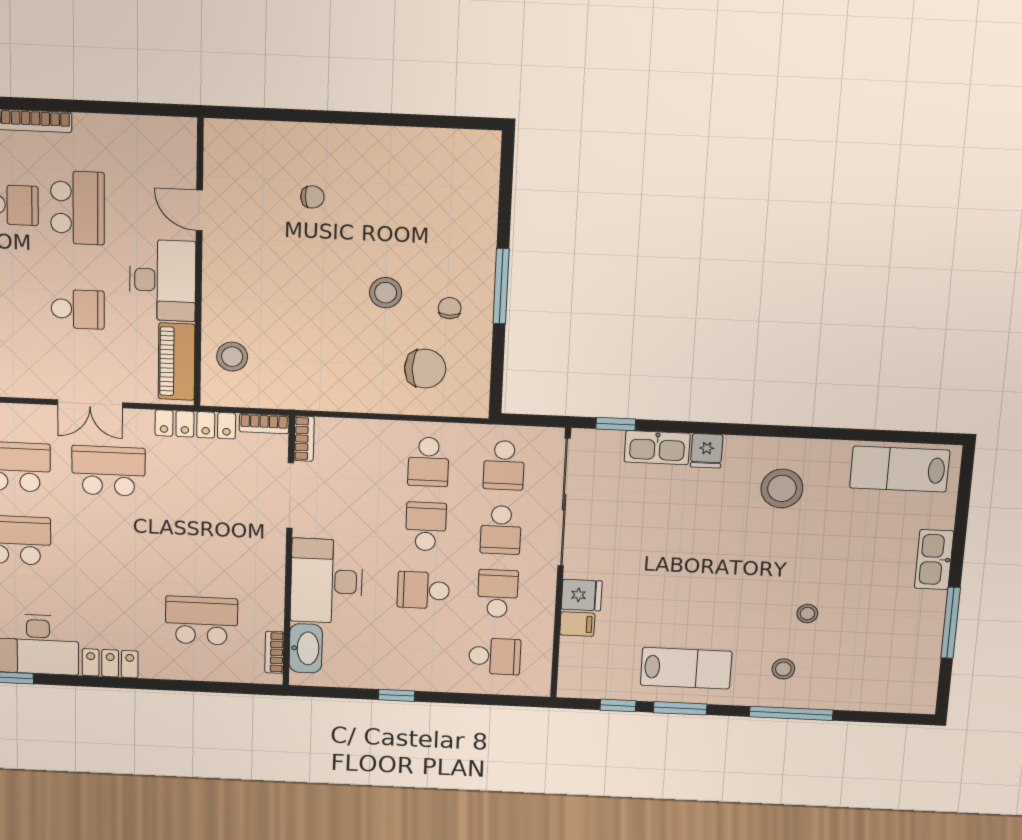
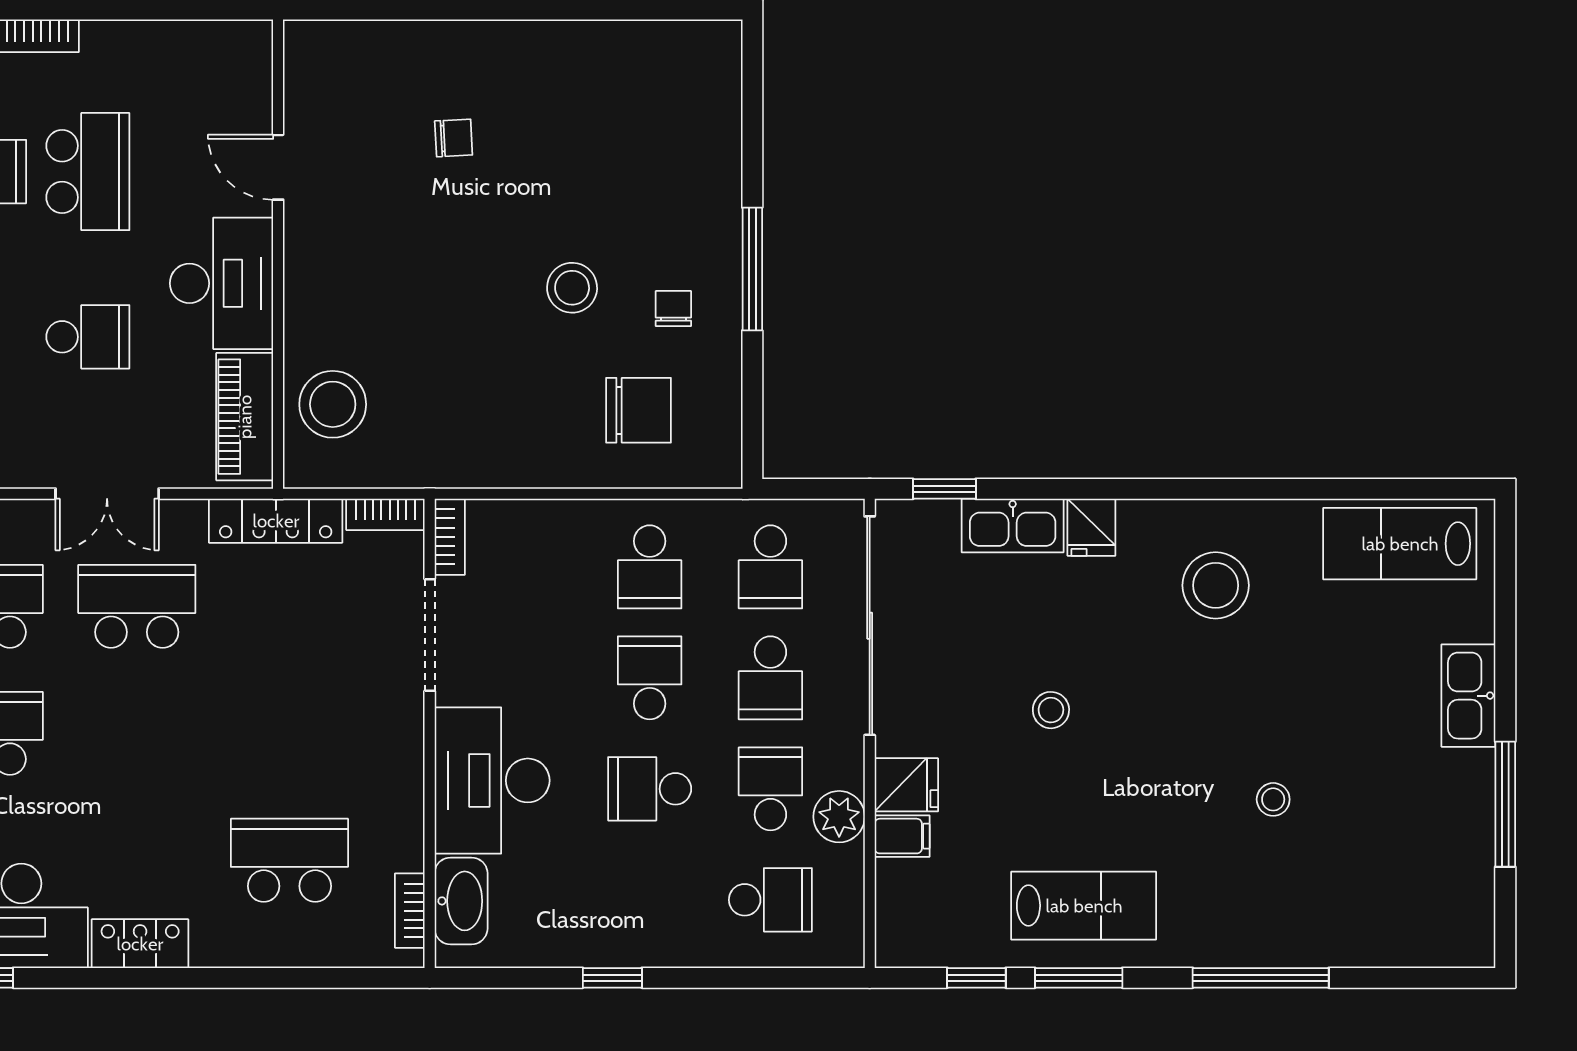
stool: (232, 357) -> (333, 404), width x1.38, depth x1.38
plant: (539, 611) -> (839, 817), added
stool: (783, 669) -> (1051, 710), moved

